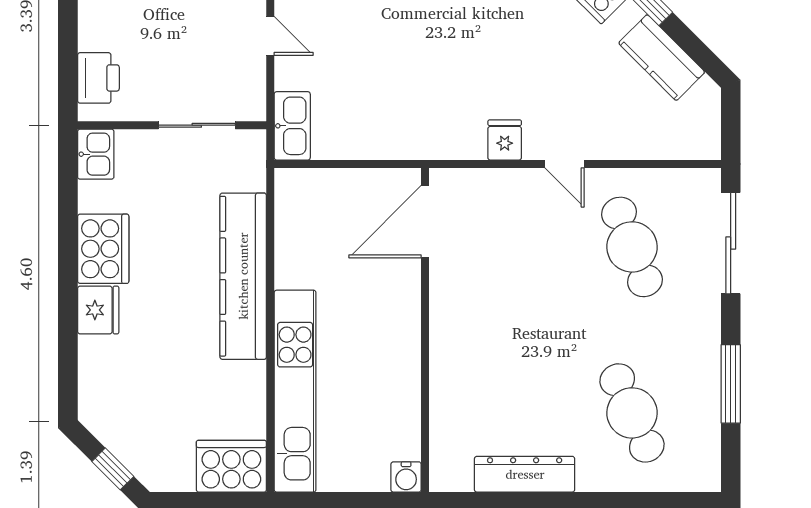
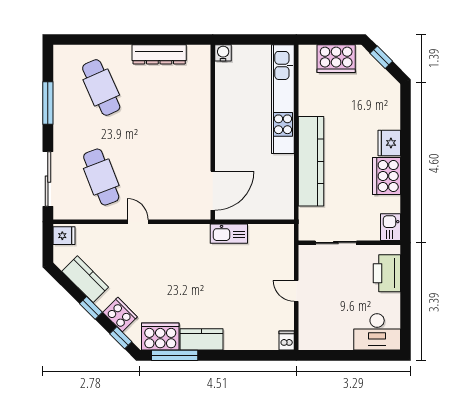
printer: (98, 78) -> (387, 273), width x1.37, depth x1.19
kitchen sink: (292, 126) -> (229, 234), moved, turned -90
fridge: (505, 140) -> (64, 236), moved, turned -90
cooker: (231, 466) -> (336, 59), moved

